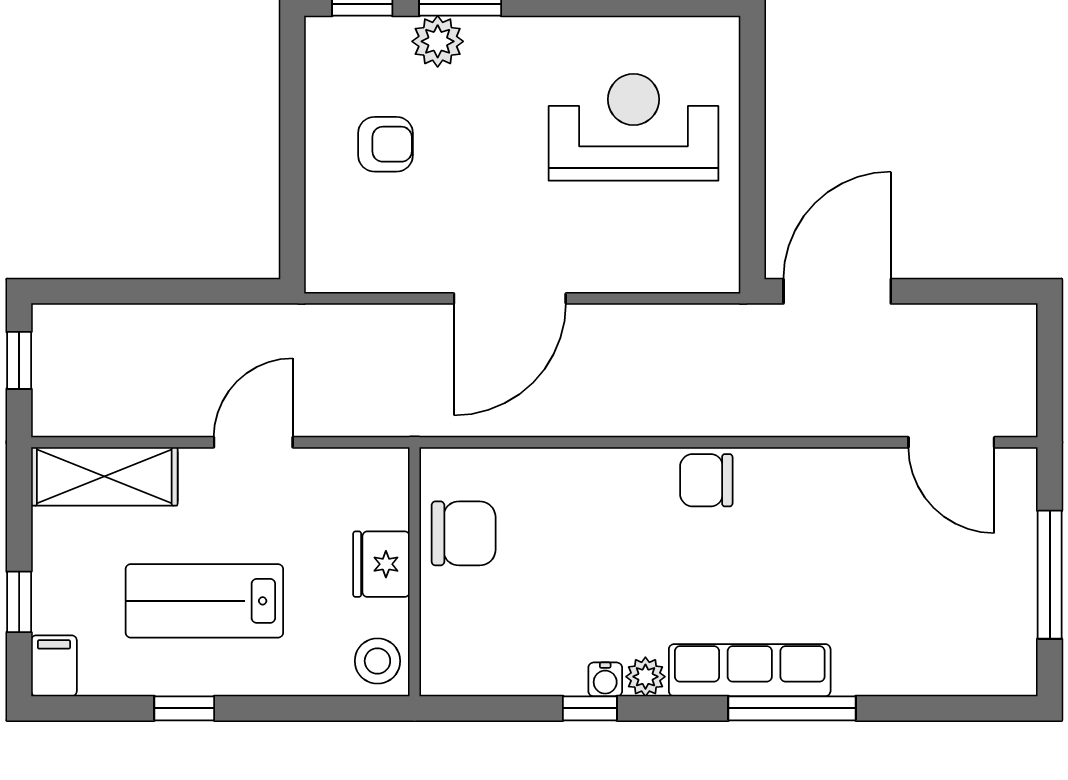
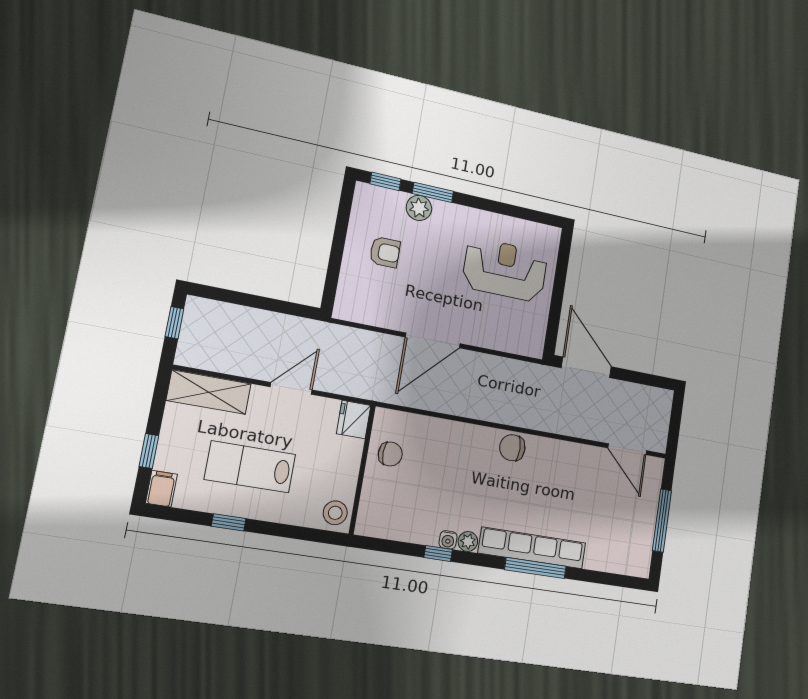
door: (837, 291) -> (586, 367), hinge flipped
chair: (464, 533) -> (390, 454), width x0.73, depth x0.73
fridge: (381, 564) -> (354, 420), moved
row of seats: (750, 670) -> (532, 548), width x1.36

